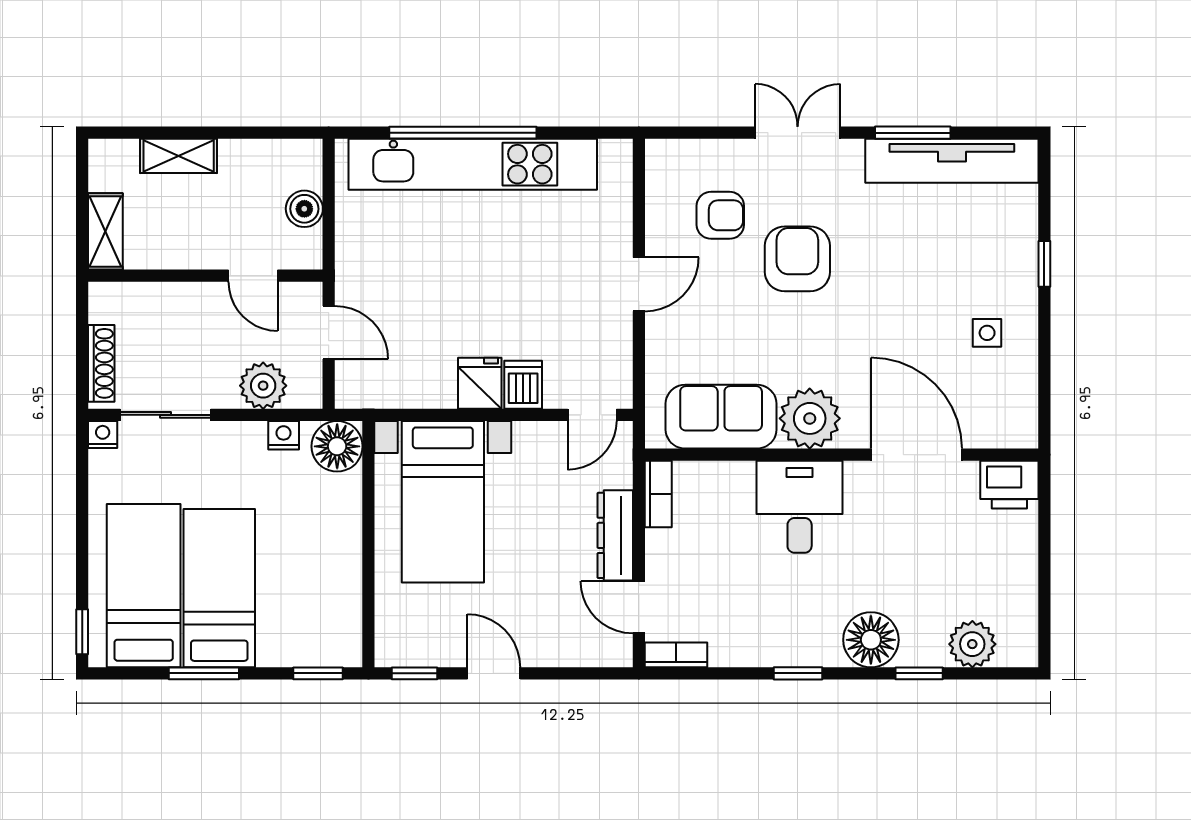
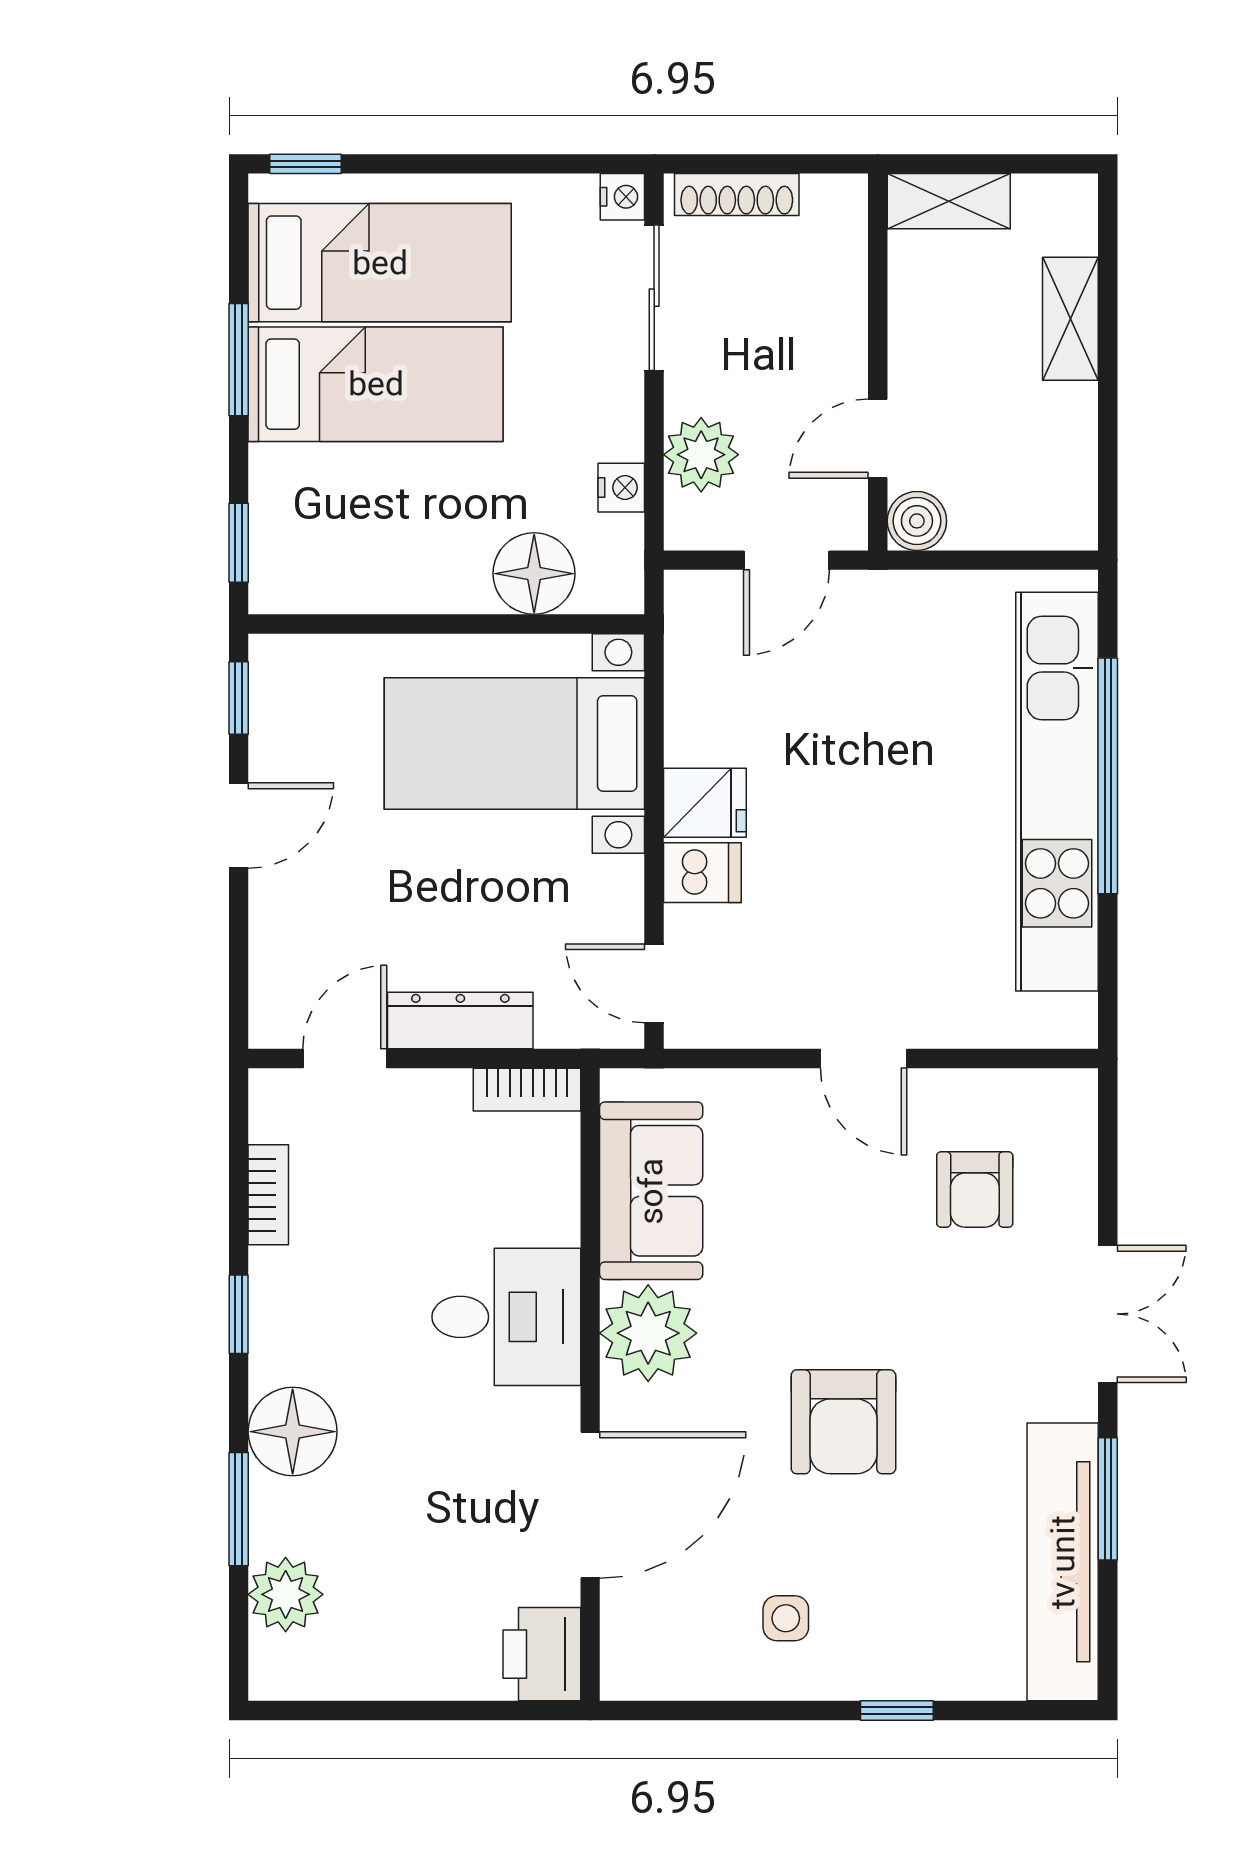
boiler: (304, 209) -> (917, 521), moved
armchair: (797, 259) -> (843, 1422), moved, turned 90
floor lamp: (337, 446) -> (534, 574), moved
bookcase: (676, 655) -> (268, 1195), moved
window: (919, 673) -> (239, 1509), width x1.50

